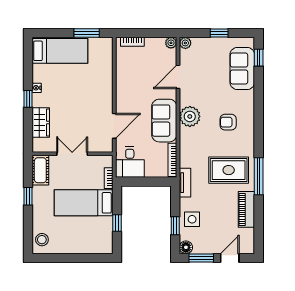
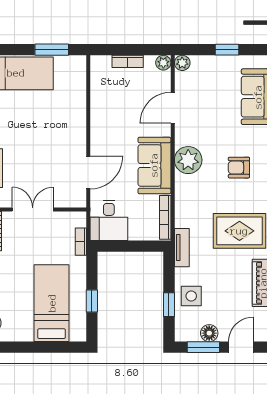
bookcase: (132, 42) -> (128, 61), moved
bed: (84, 203) -> (52, 303), moved, turned 90
floor lamp: (186, 247) -> (209, 333), moved

